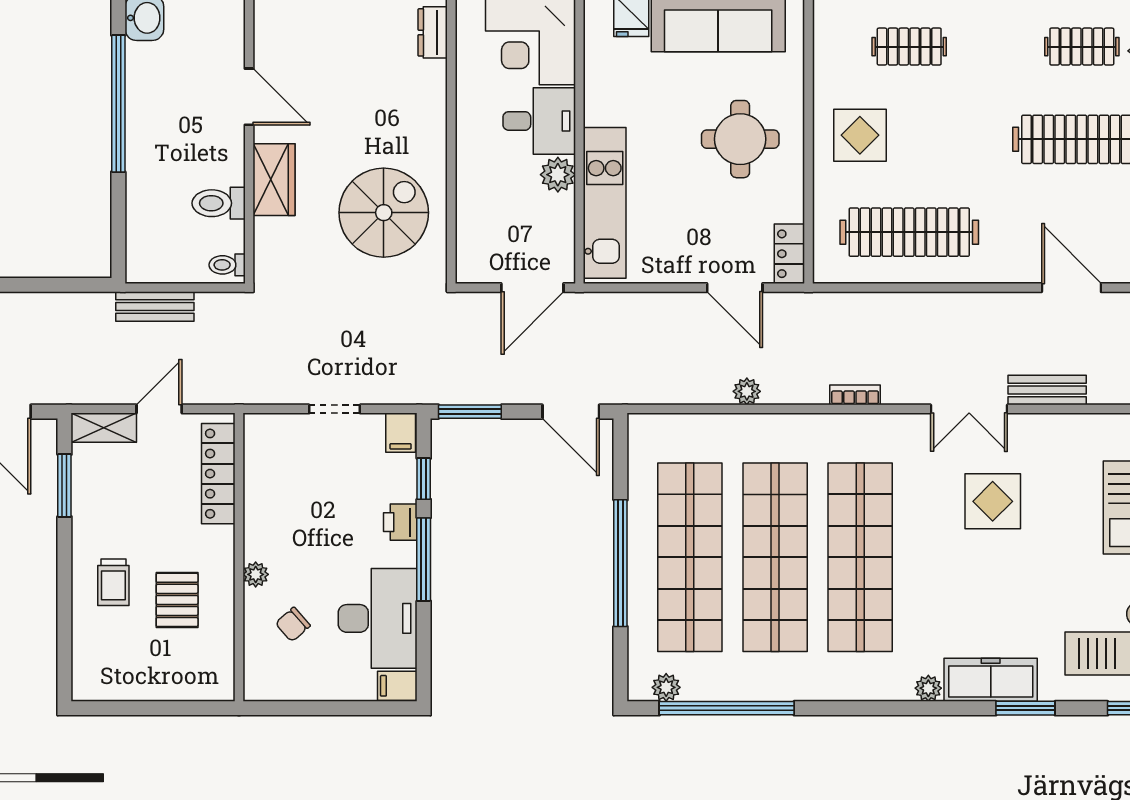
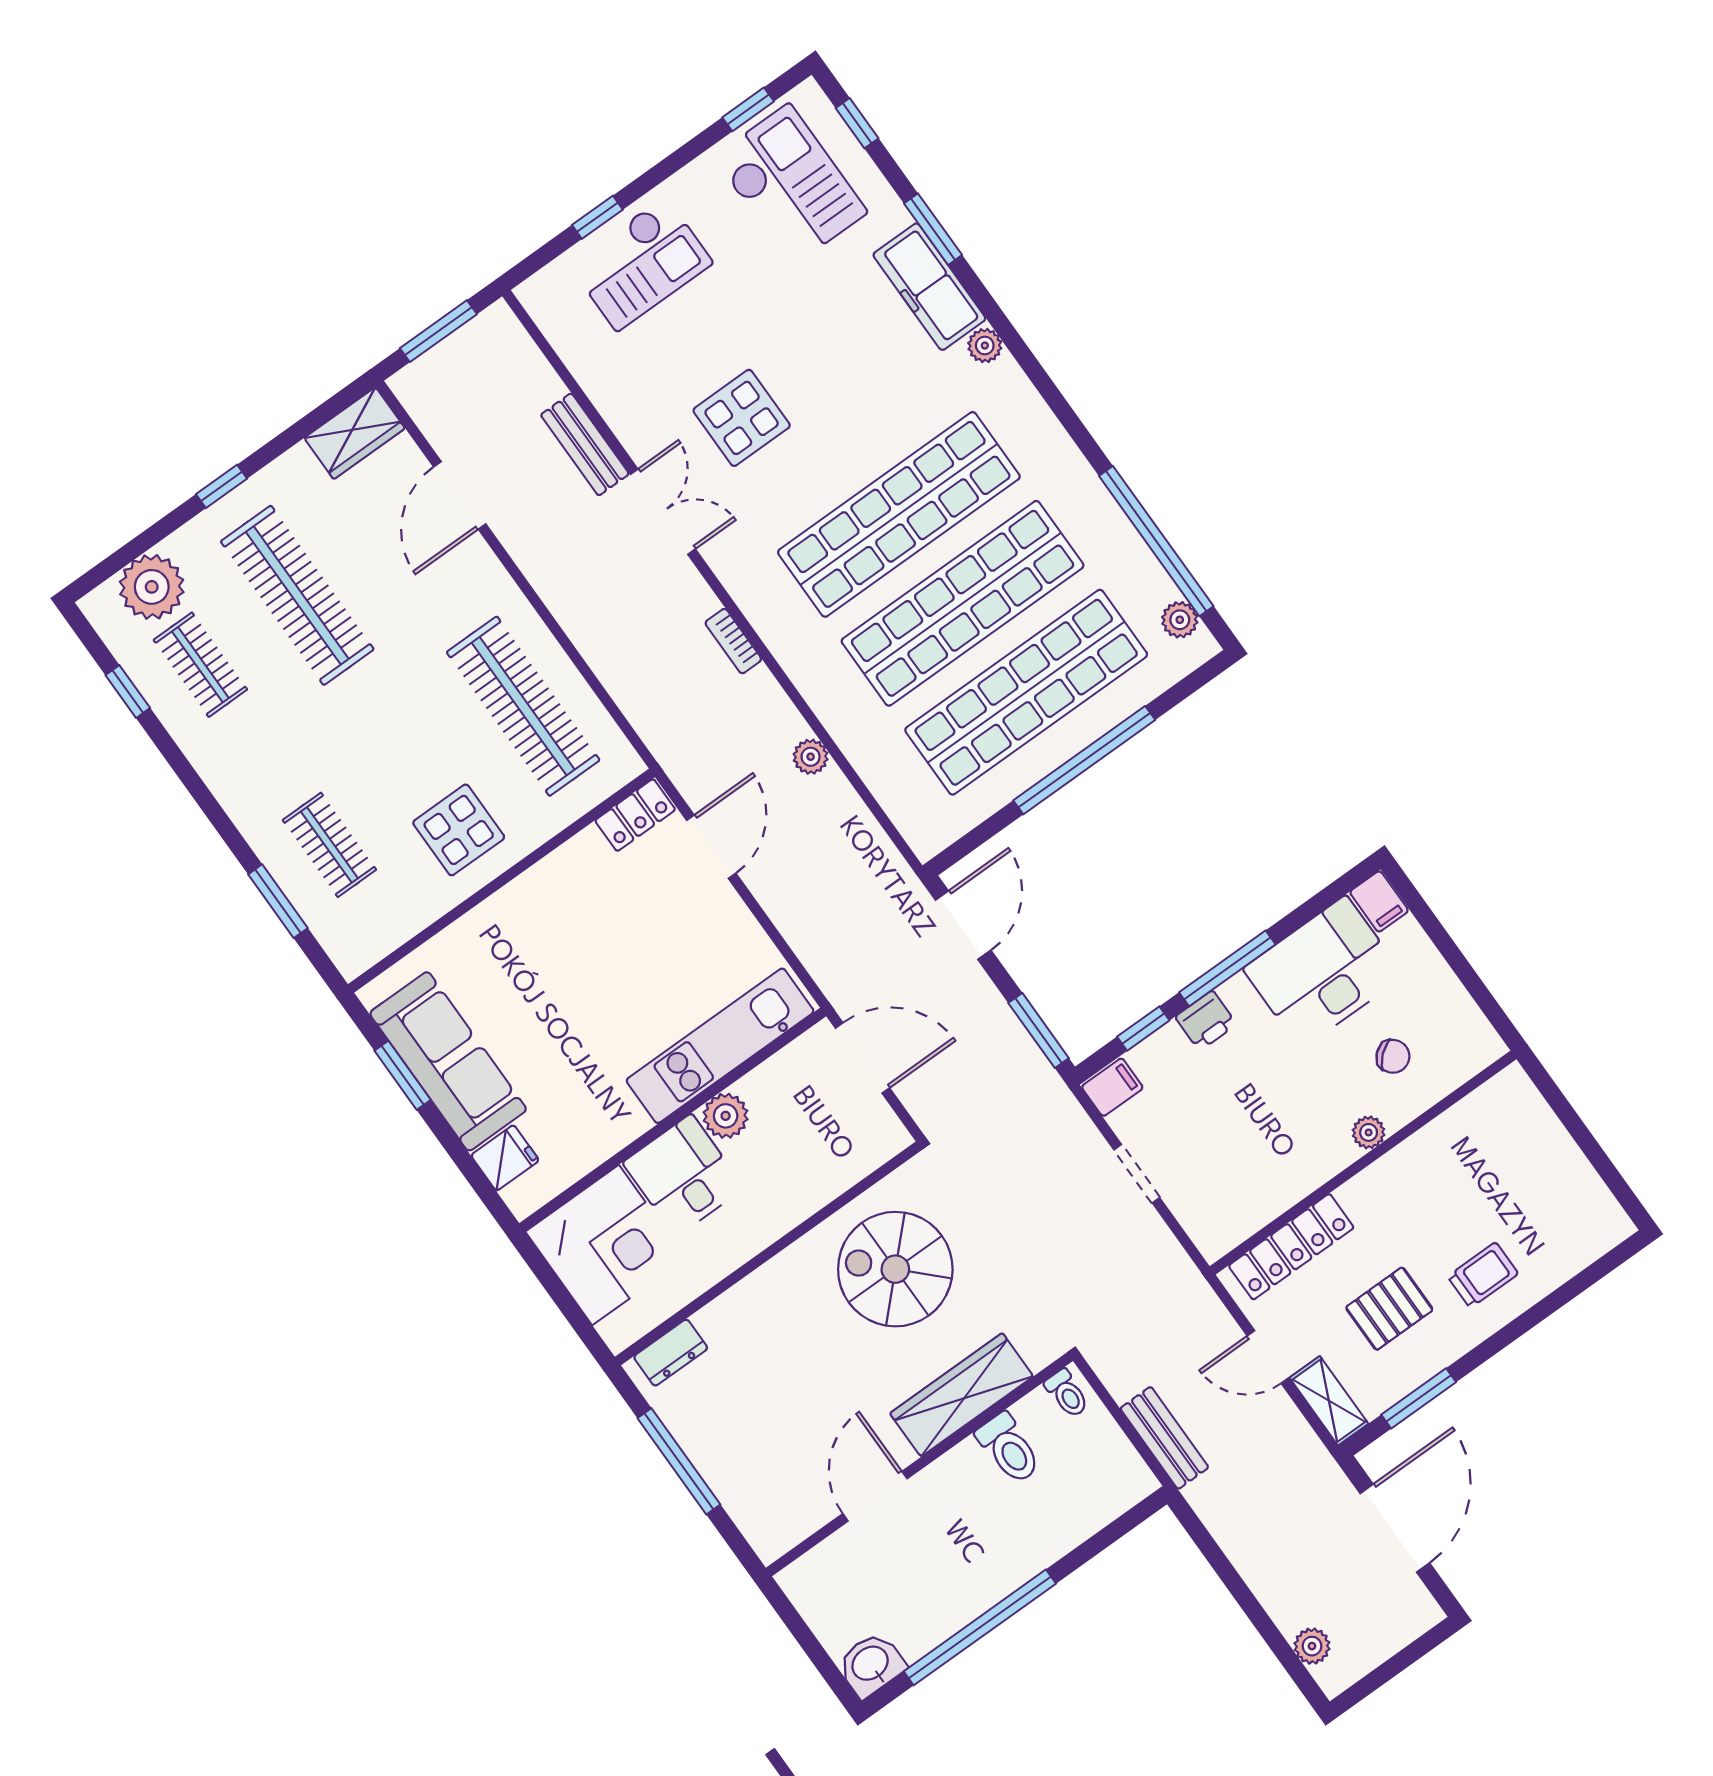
round table: (740, 139) -> (552, 952), removed
wardrobe: (274, 180) -> (962, 1395), width x1.50
pallet: (177, 600) -> (1389, 1309), moved

